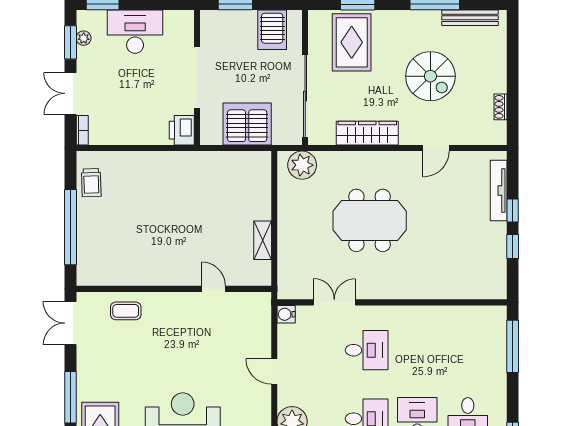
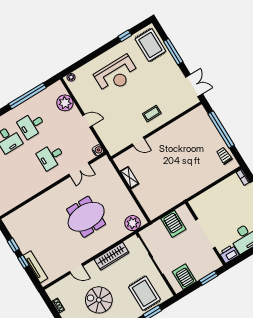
server rack: (247, 124) -> (173, 224), width x0.63
printer: (182, 130) -> (229, 254), moved, turned -90
door: (436, 148) -> (76, 269), swing flipped
coffee table: (126, 311) -> (152, 114), moved

